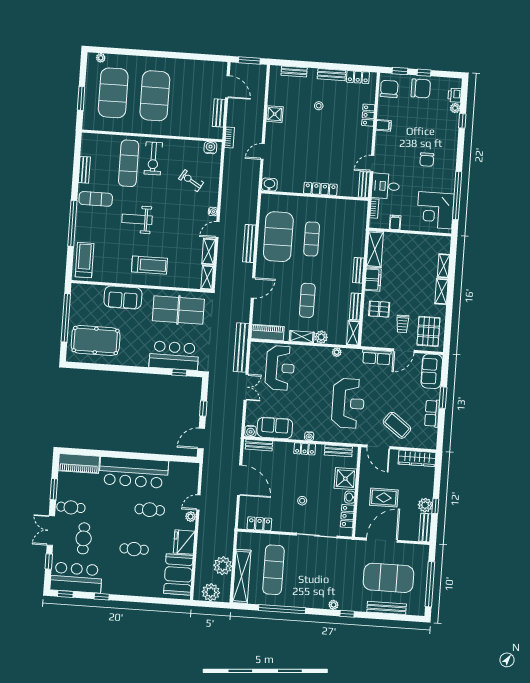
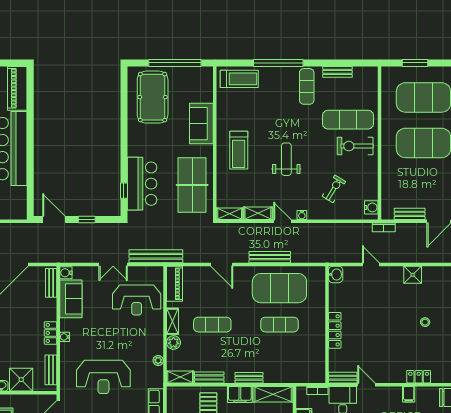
weight bench: (137, 219) -> (286, 159), moved

